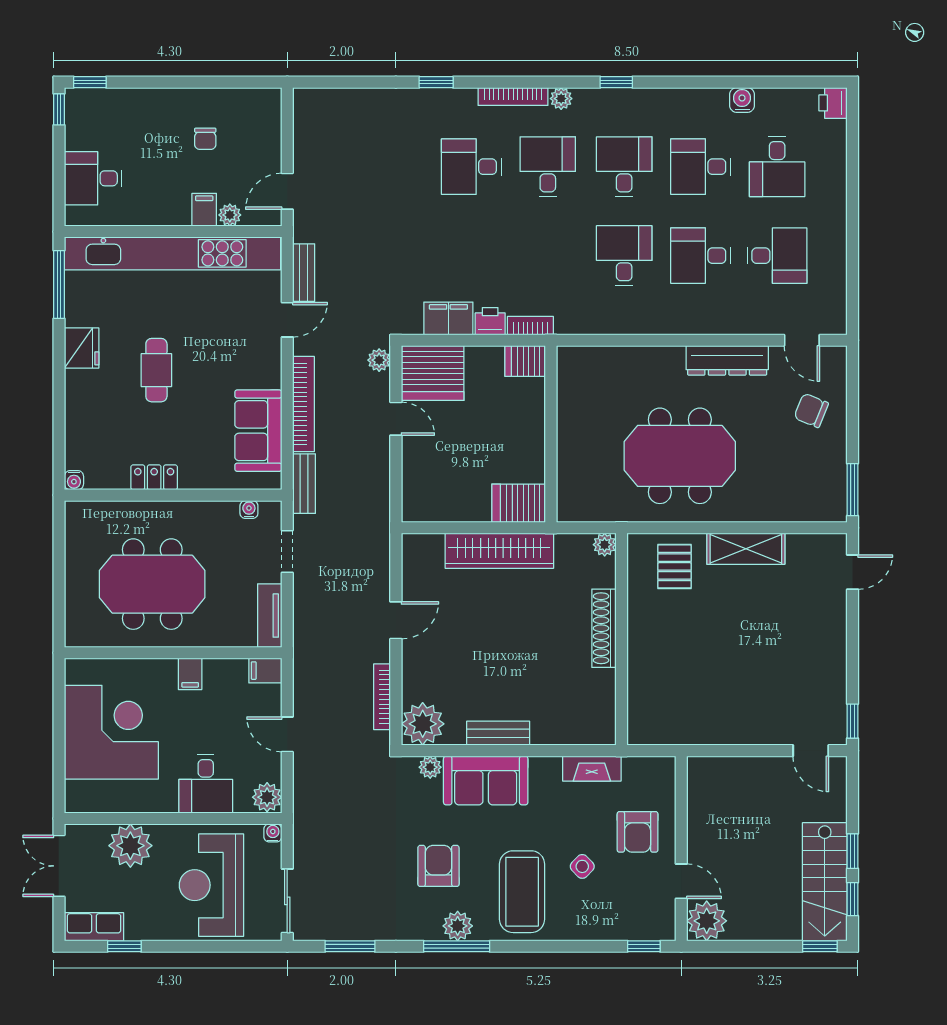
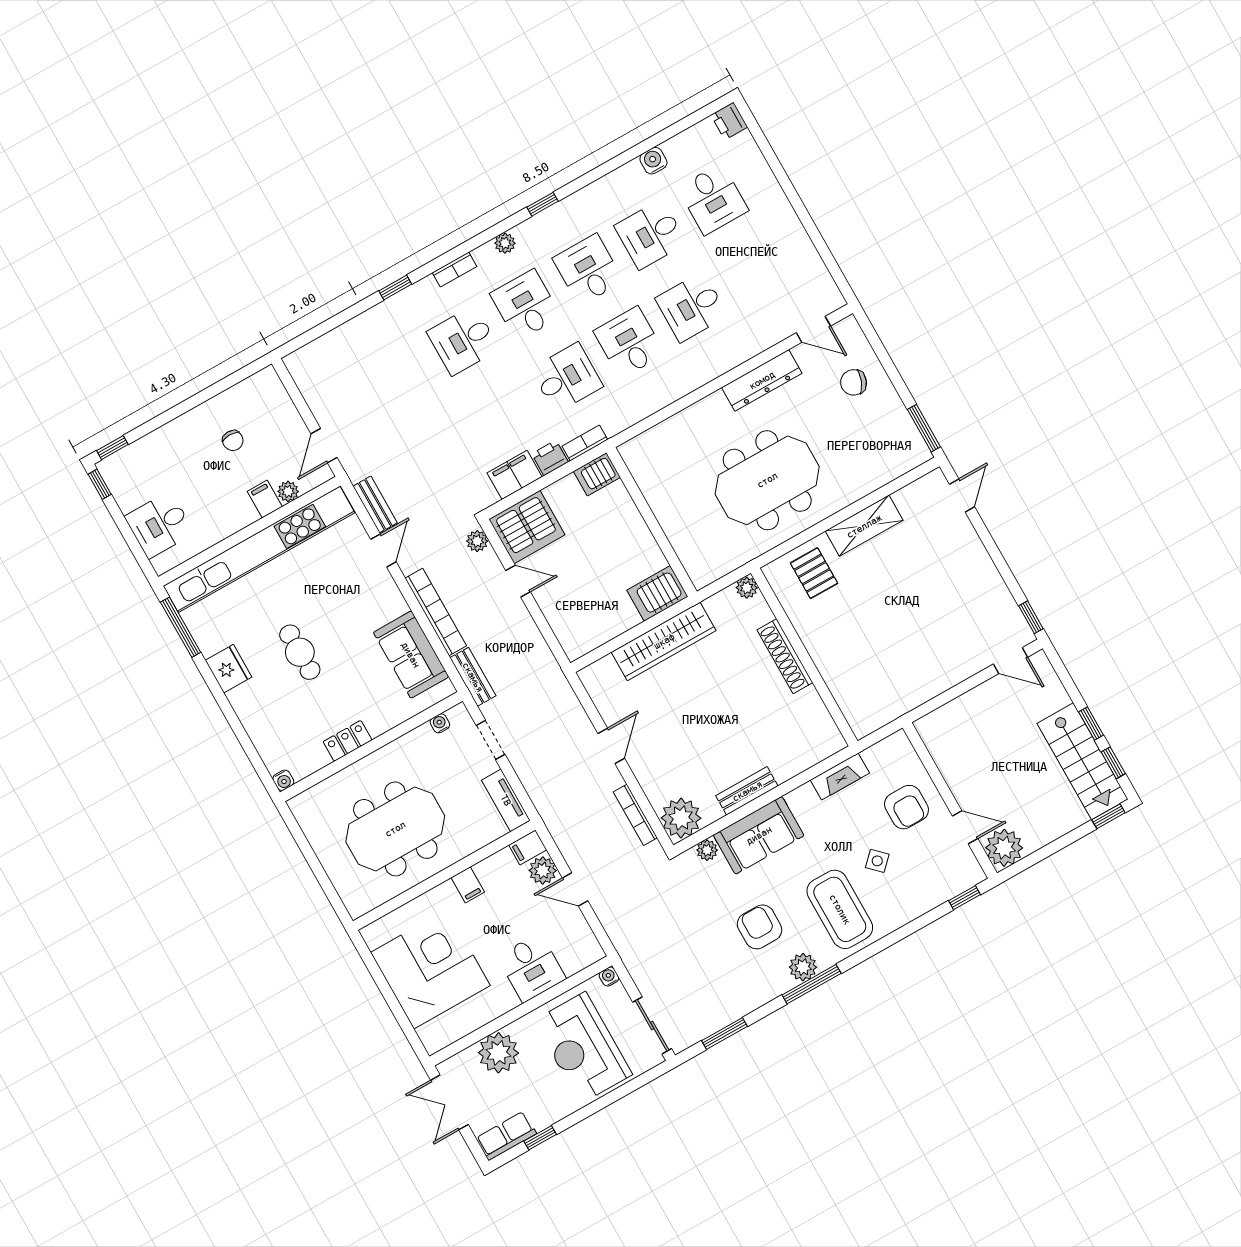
bookcase: (513, 96) -> (454, 270), width x0.64
desk: (777, 256) -> (567, 378), moved
plant: (267, 797) -> (543, 871), moved

